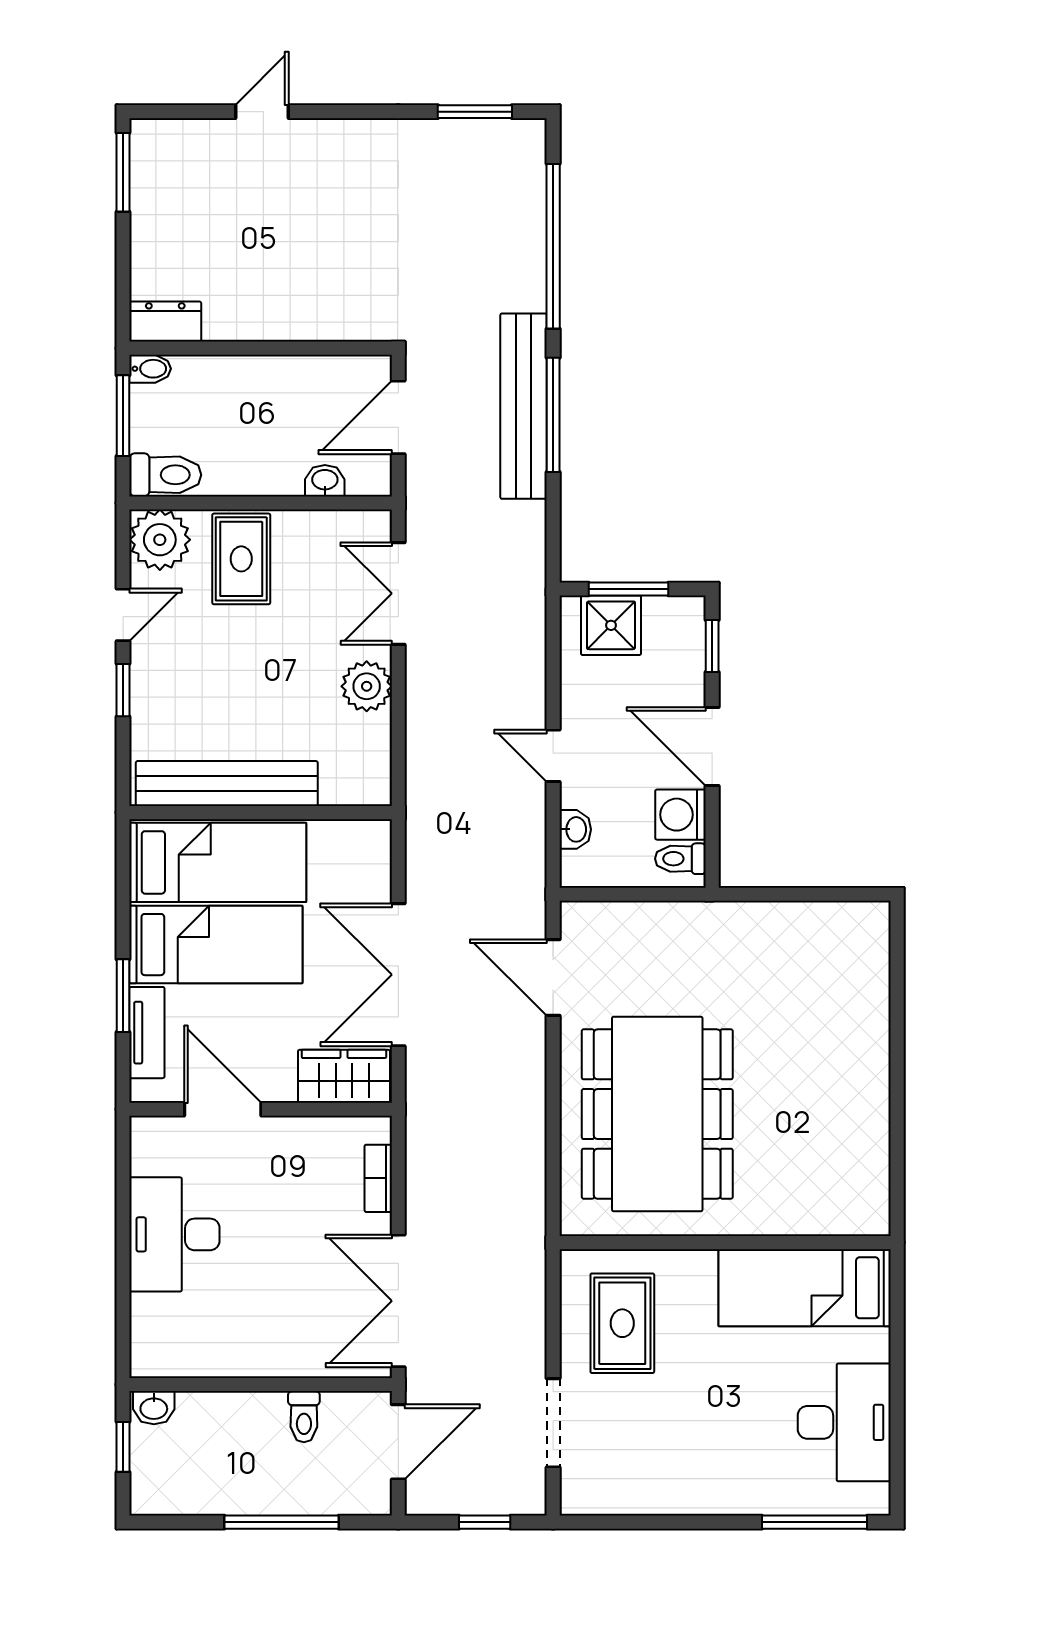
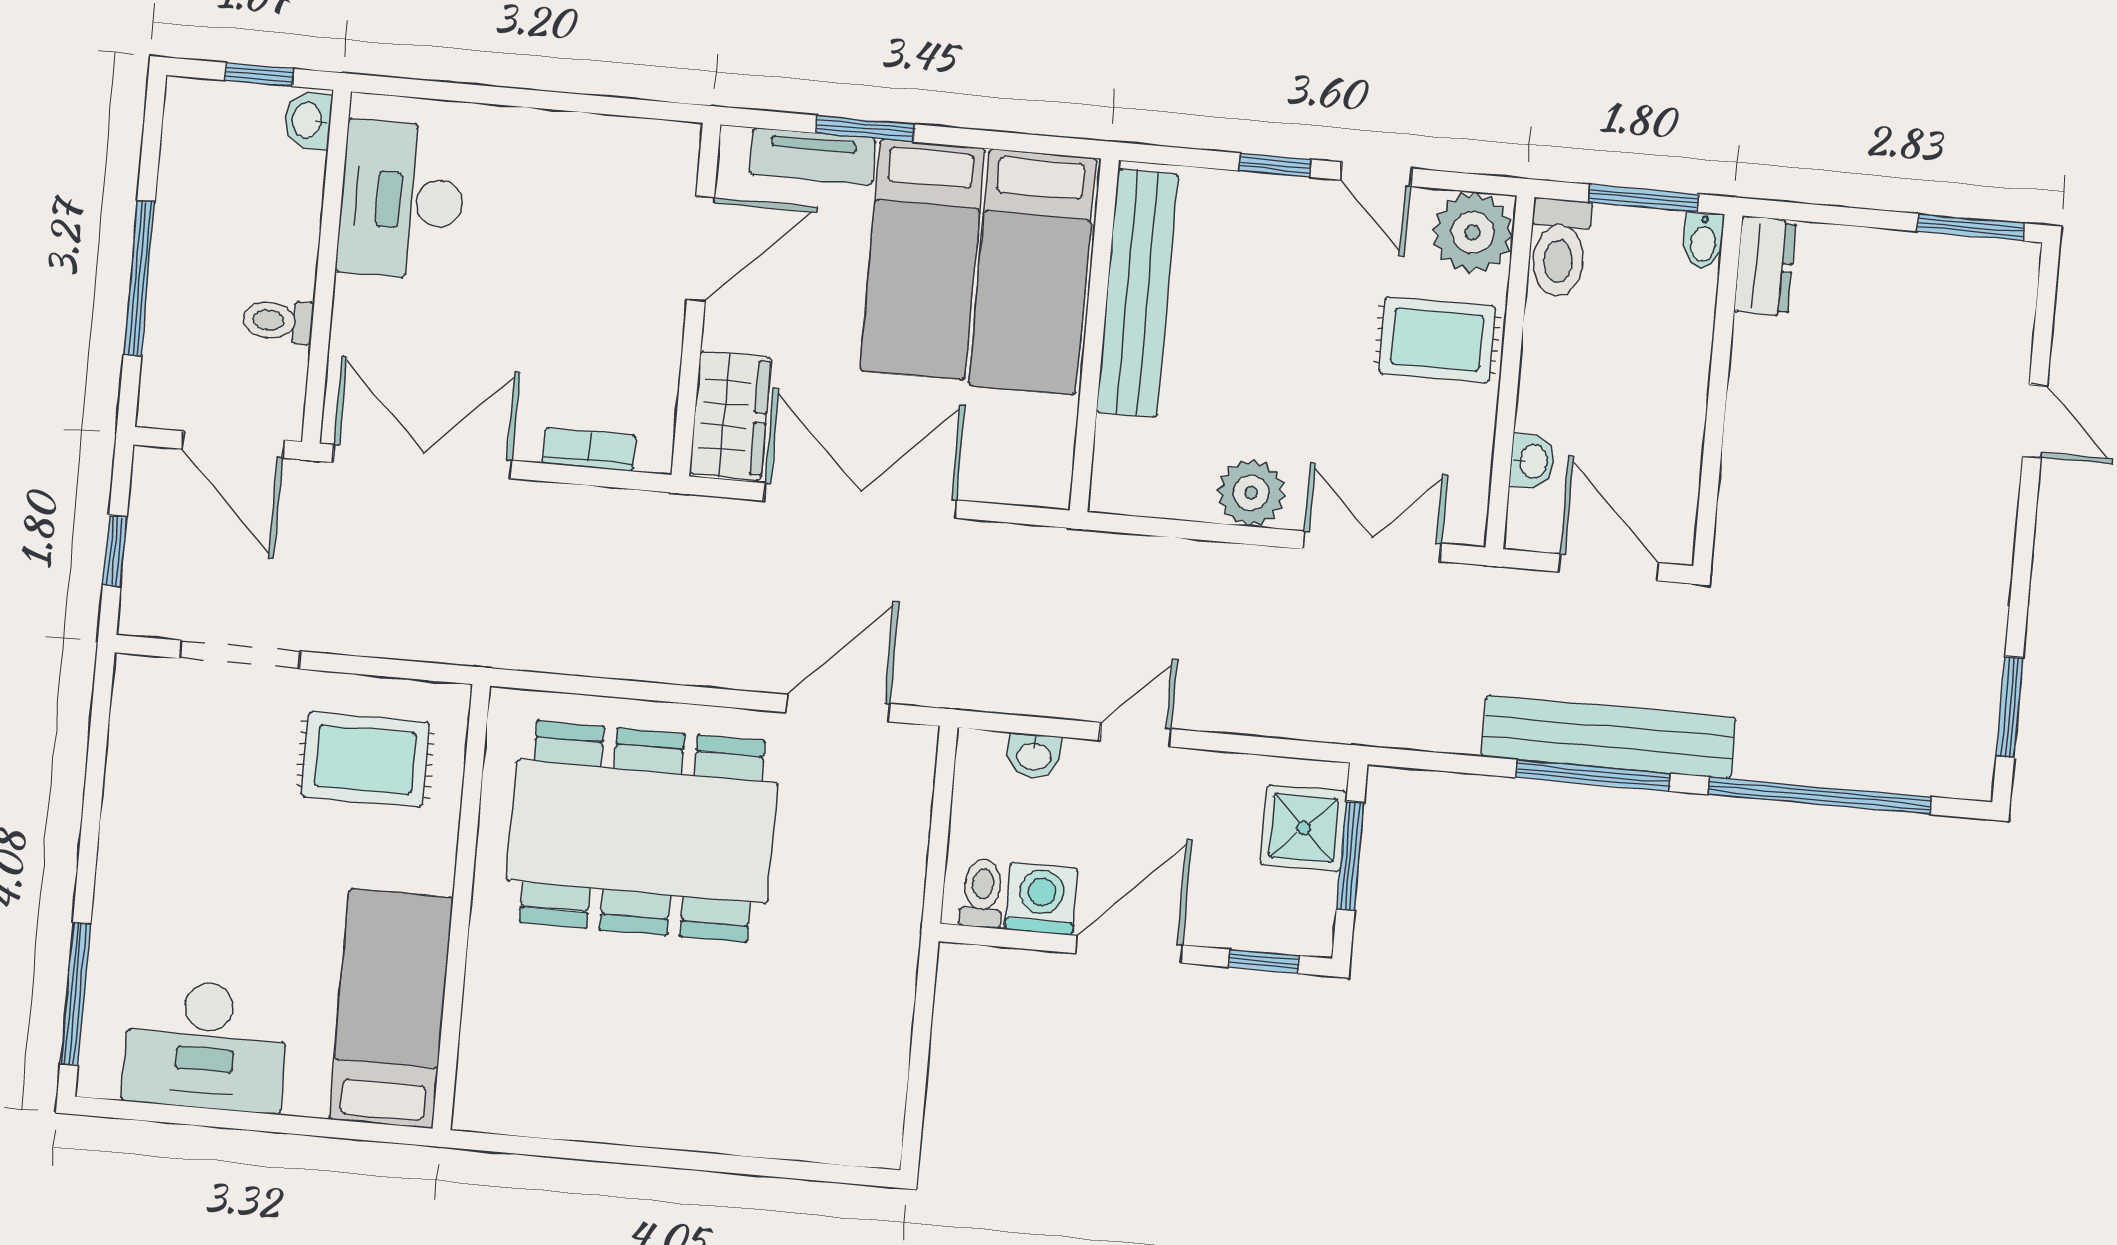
desk: (174, 1234) -> (402, 200), moved, turned -90

